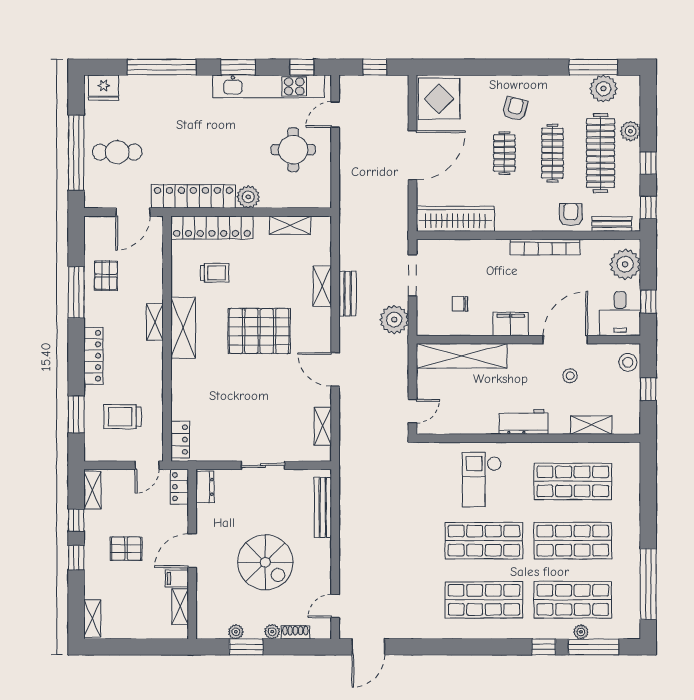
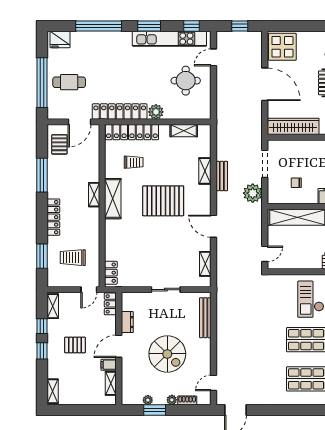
door: (412, 155) -> (265, 84), hinge flipped
pallet: (106, 276) -> (59, 144), moved
dresser: (205, 487) -> (127, 322), moved

